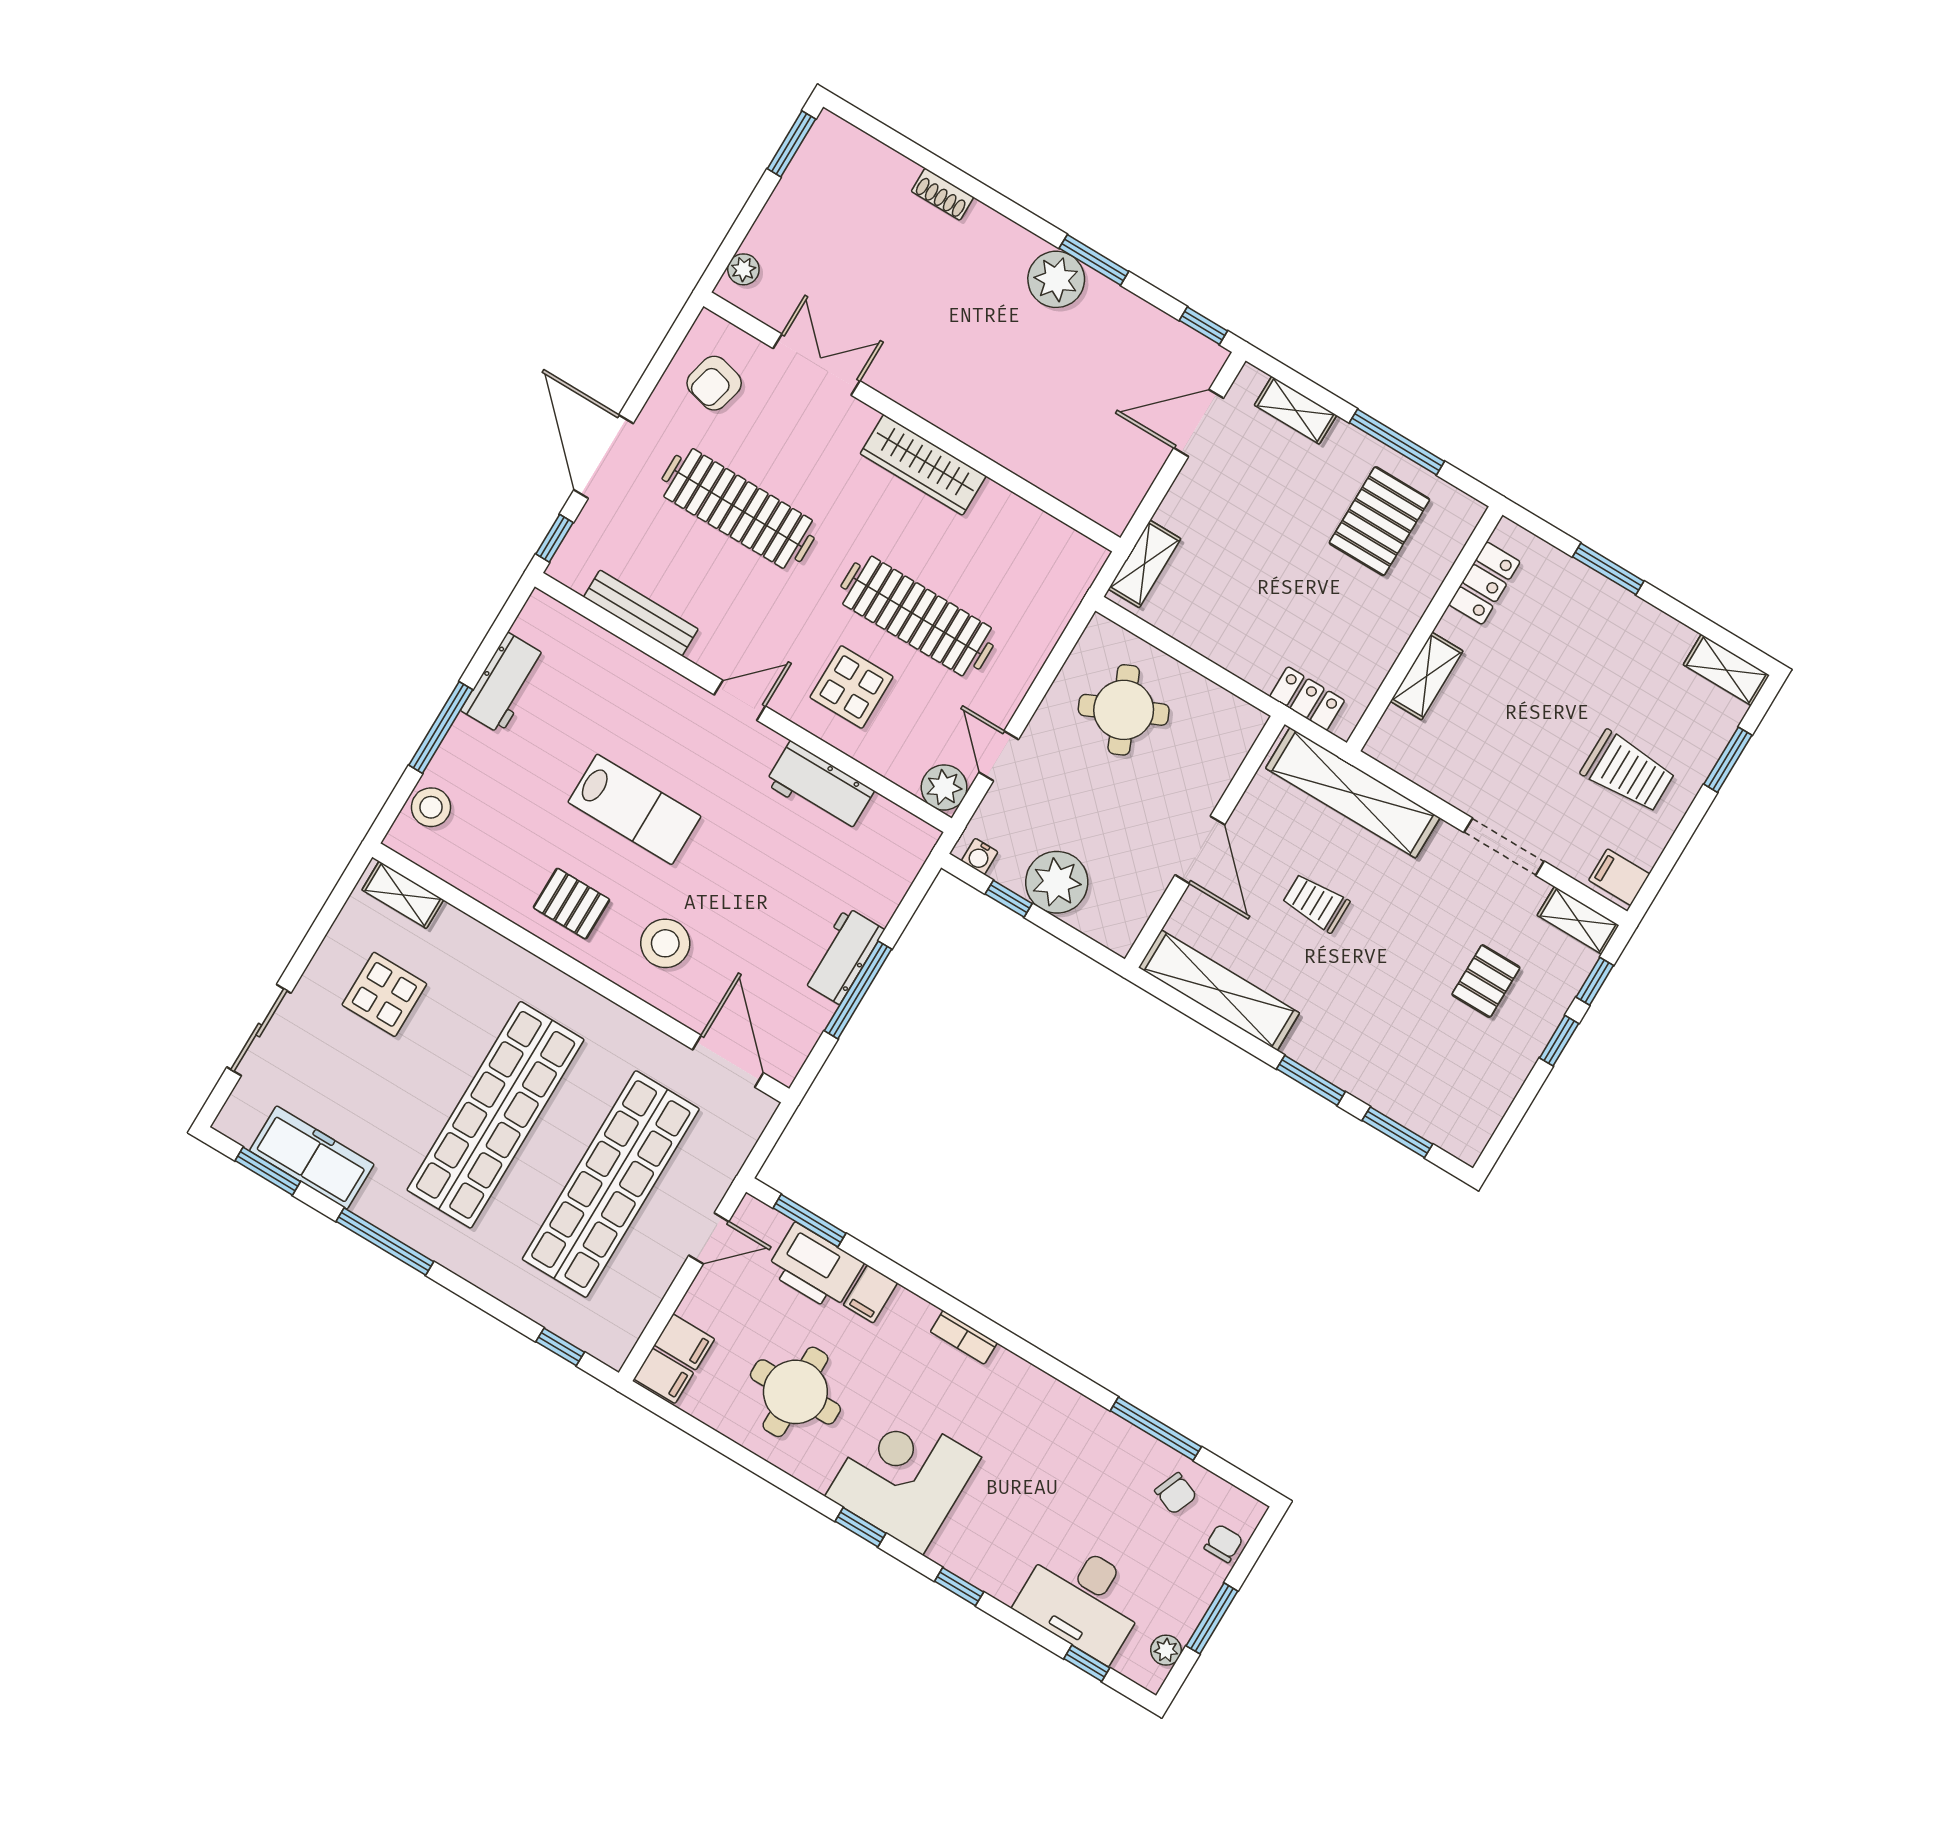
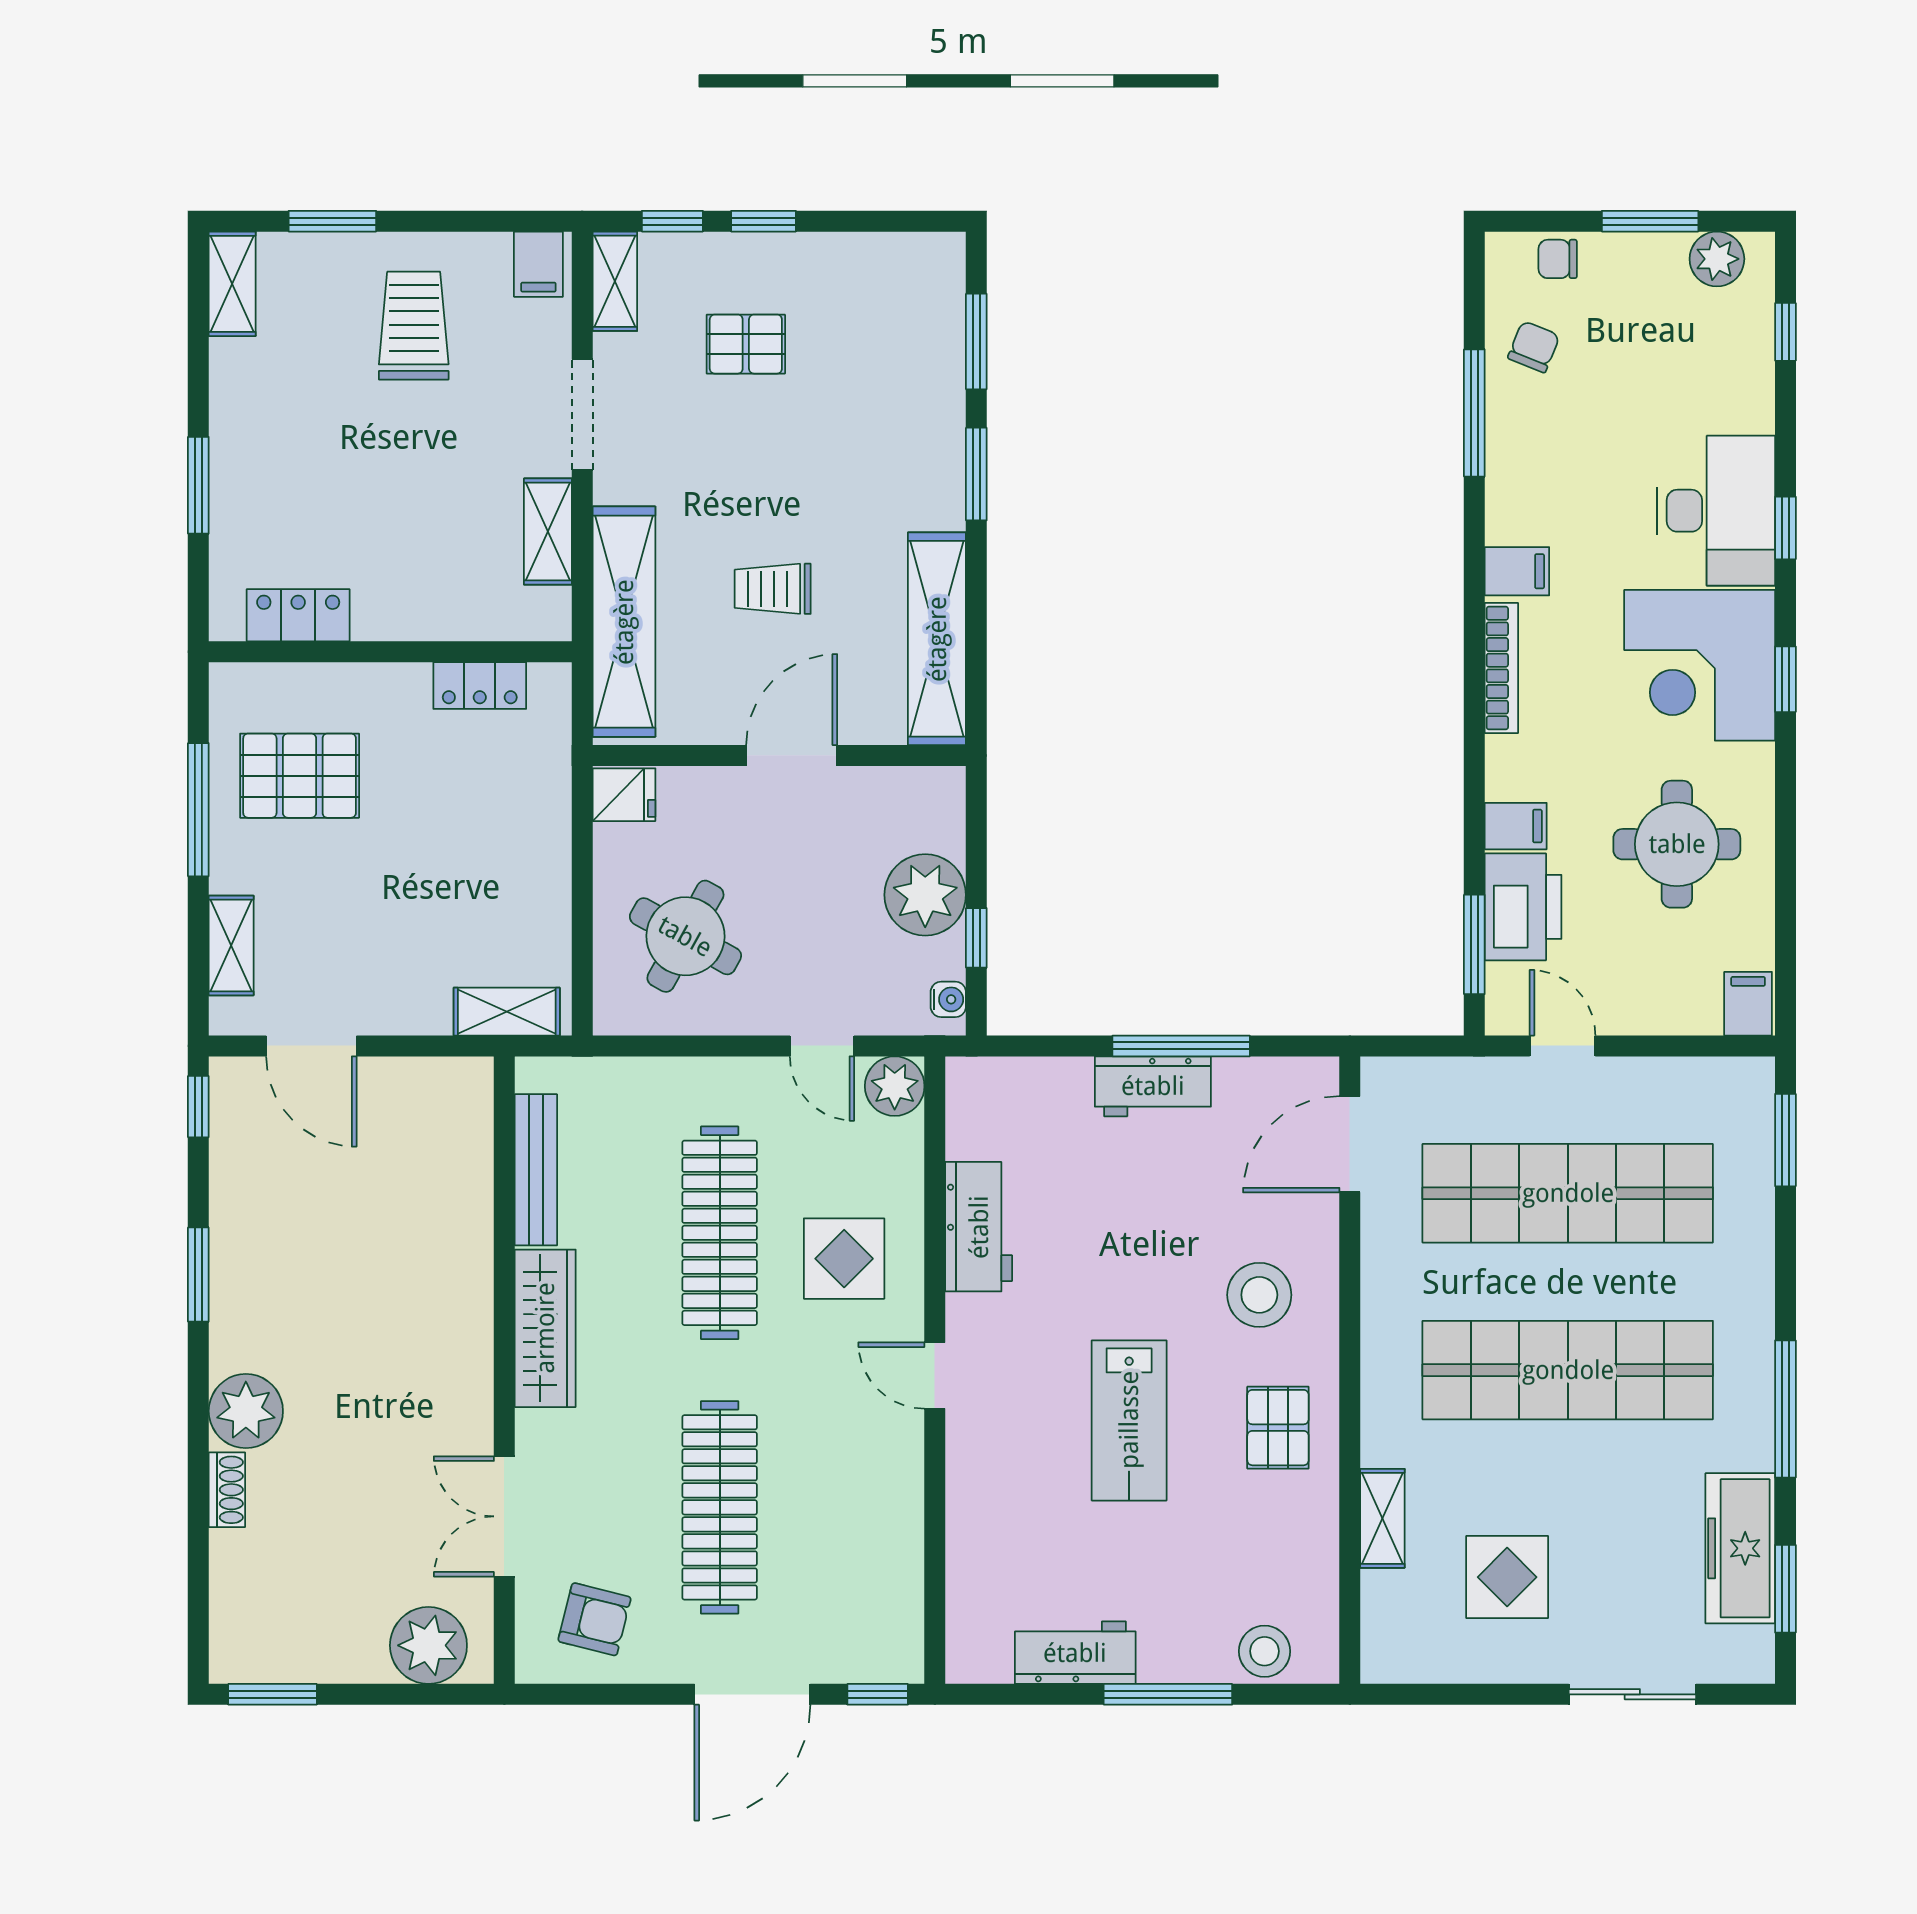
plant: (743, 269) -> (428, 1645), width x1.88, depth x1.88
plant: (1056, 279) -> (246, 1411), moved
bench: (641, 613) -> (536, 1170), moved
shelving: (1427, 676) -> (548, 532), moved, turned 90
locker: (1307, 698) -> (480, 686), moved, turned -90
round table: (1124, 710) -> (685, 936), turned -37
fridge: (1240, 725) -> (624, 795), added
door: (999, 756) -> (822, 1046), hinge flipped
lab bench: (634, 809) -> (1129, 1420), turned 180
shelving: (403, 895) -> (1382, 1518), moved
trolley: (1316, 903) -> (773, 589), turned 90
bookcase: (964, 1337) -> (1501, 668), width x1.56
filing cabinet: (684, 1342) -> (1517, 571), moved, turned 90
window: (560, 1347) -> (1785, 1140), width x1.50
desk: (1083, 1599) -> (1716, 511), moved
plant: (1166, 1650) -> (1717, 259), width x1.38, depth x1.38

